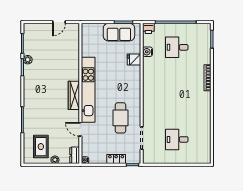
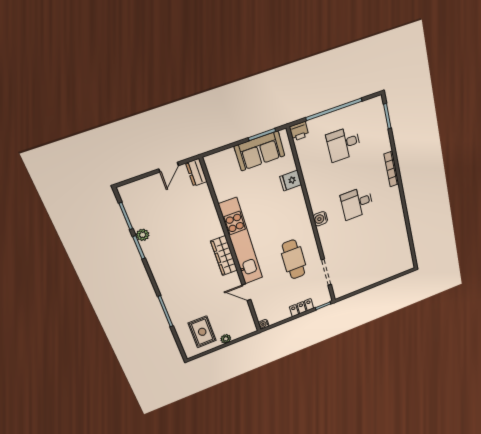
water cooler: (147, 52) -> (320, 219), moved
desk: (177, 139) -> (357, 203), moved
dresser: (75, 155) -> (196, 172), moved

